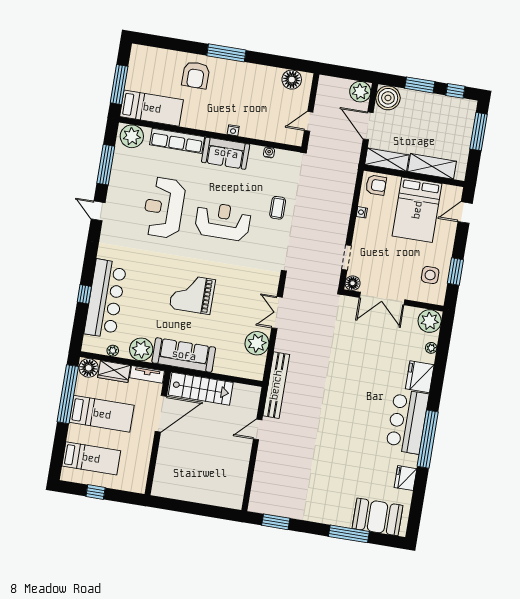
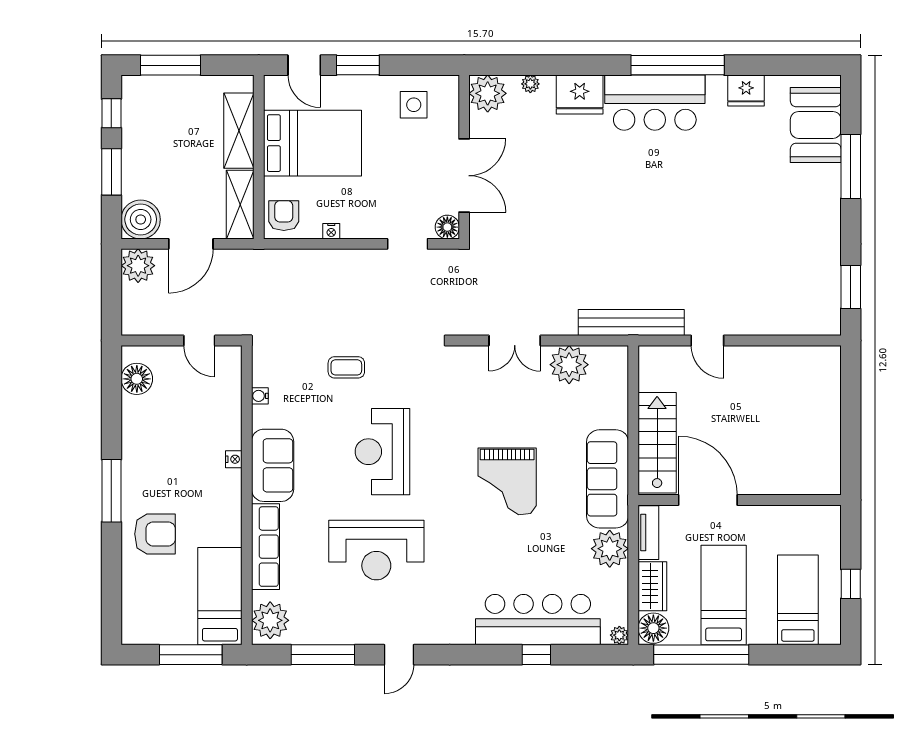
window: (455, 272) -> (358, 65), moved
plant: (113, 351) -> (619, 635), moved

